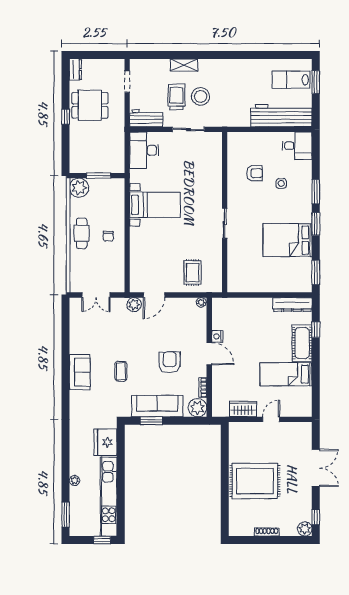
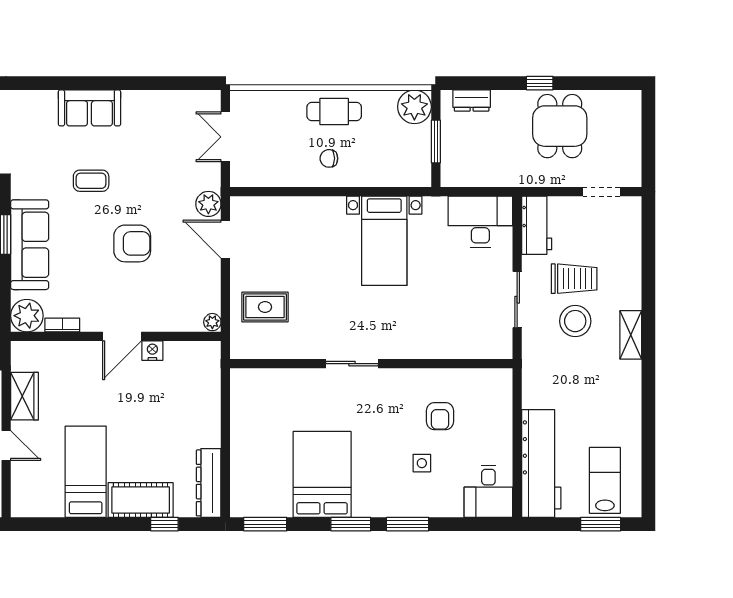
shelving: (184, 65) -> (631, 335), moved
dresser: (75, 69) -> (472, 101), moved
armchair: (170, 362) -> (132, 243), moved

